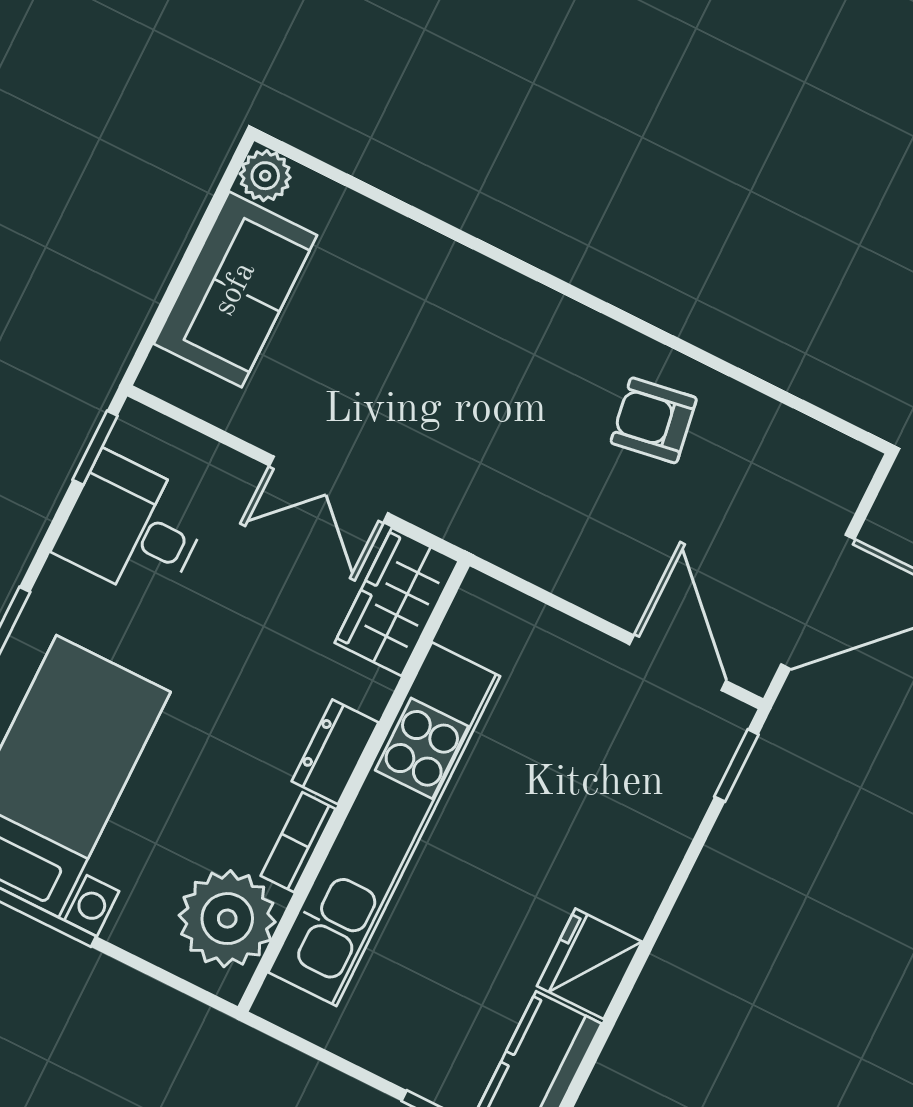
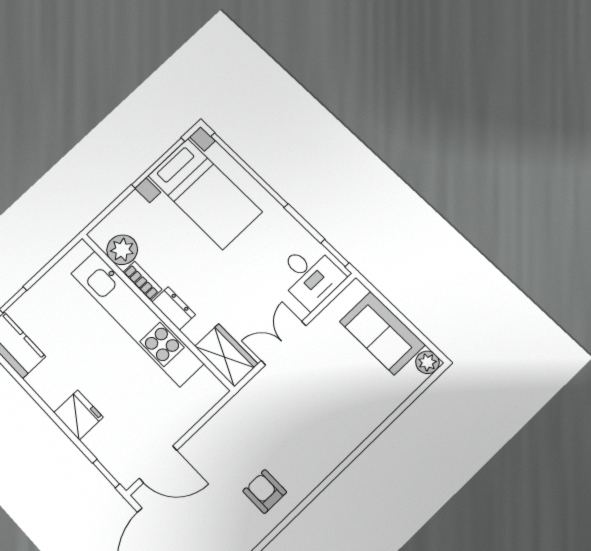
armchair: (654, 420) -> (265, 492), turned -81
desk: (133, 528) -> (310, 276), moved, turned 90
plant: (227, 919) -> (122, 250), width x0.73, depth x0.73
fridge: (590, 964) -> (78, 415), moved

